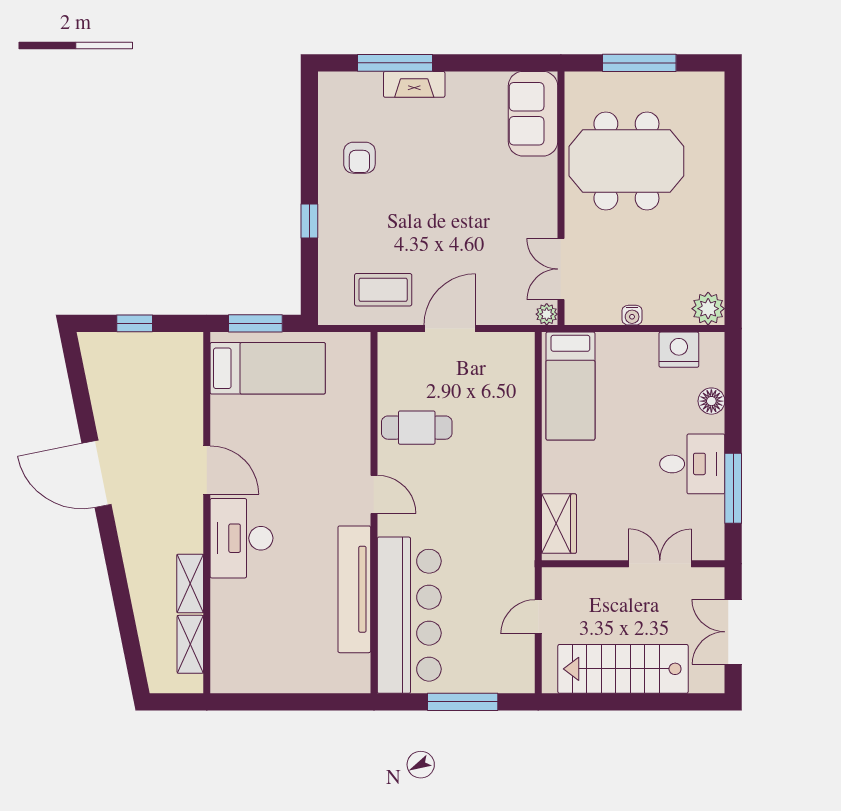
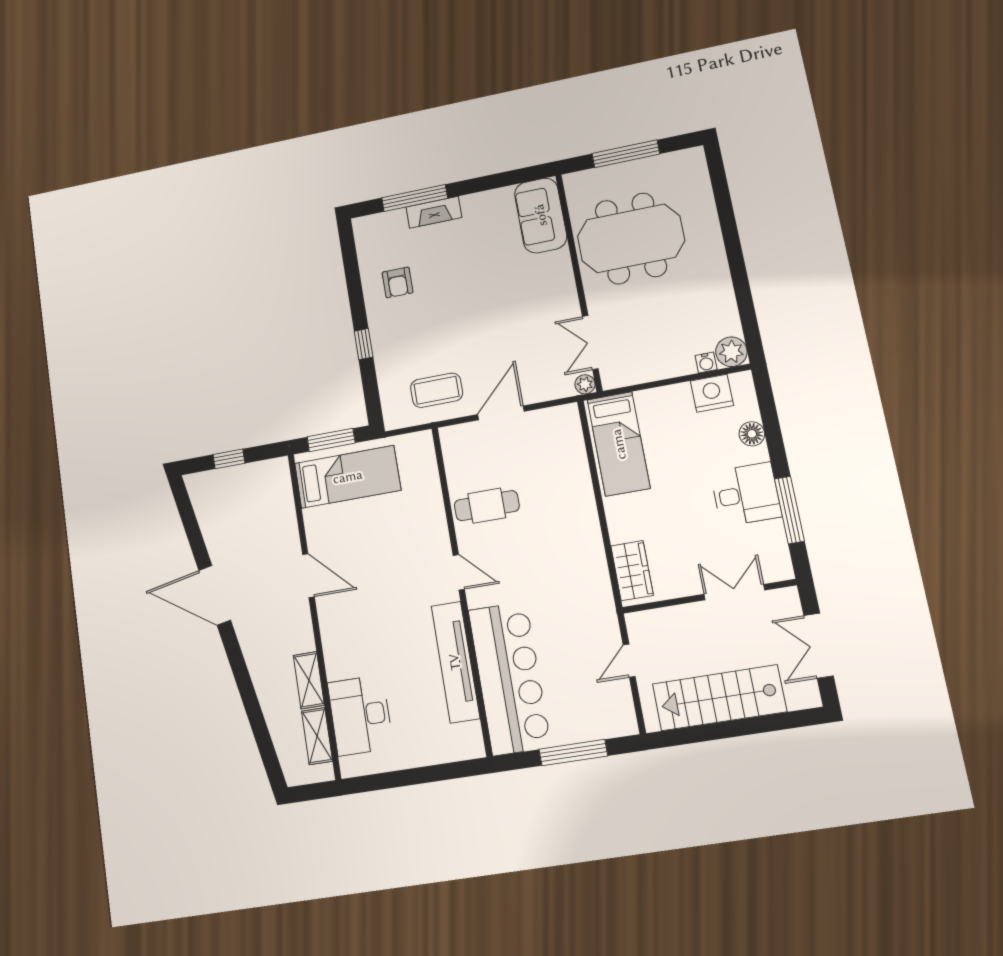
water cooler: (632, 315) -> (706, 362), moved
desk: (241, 538) -> (360, 715), moved

